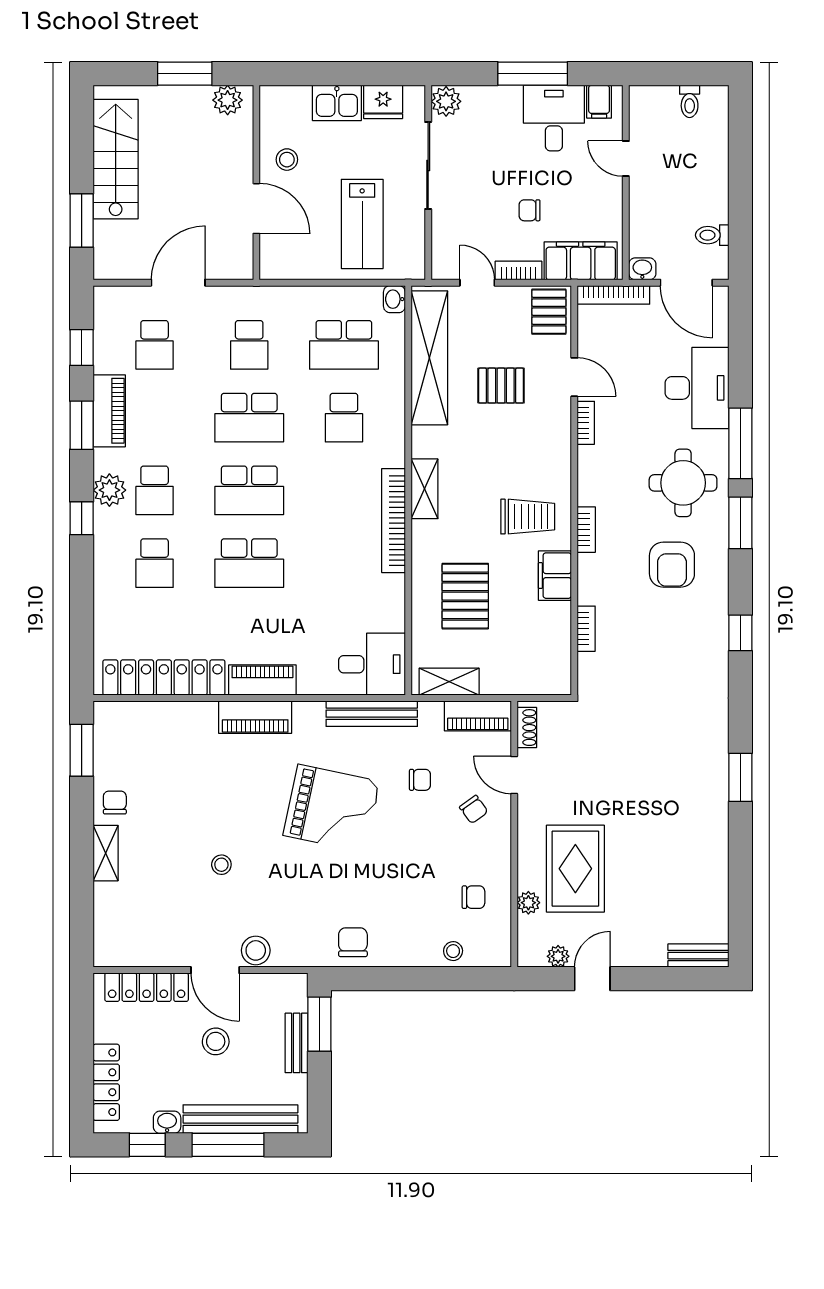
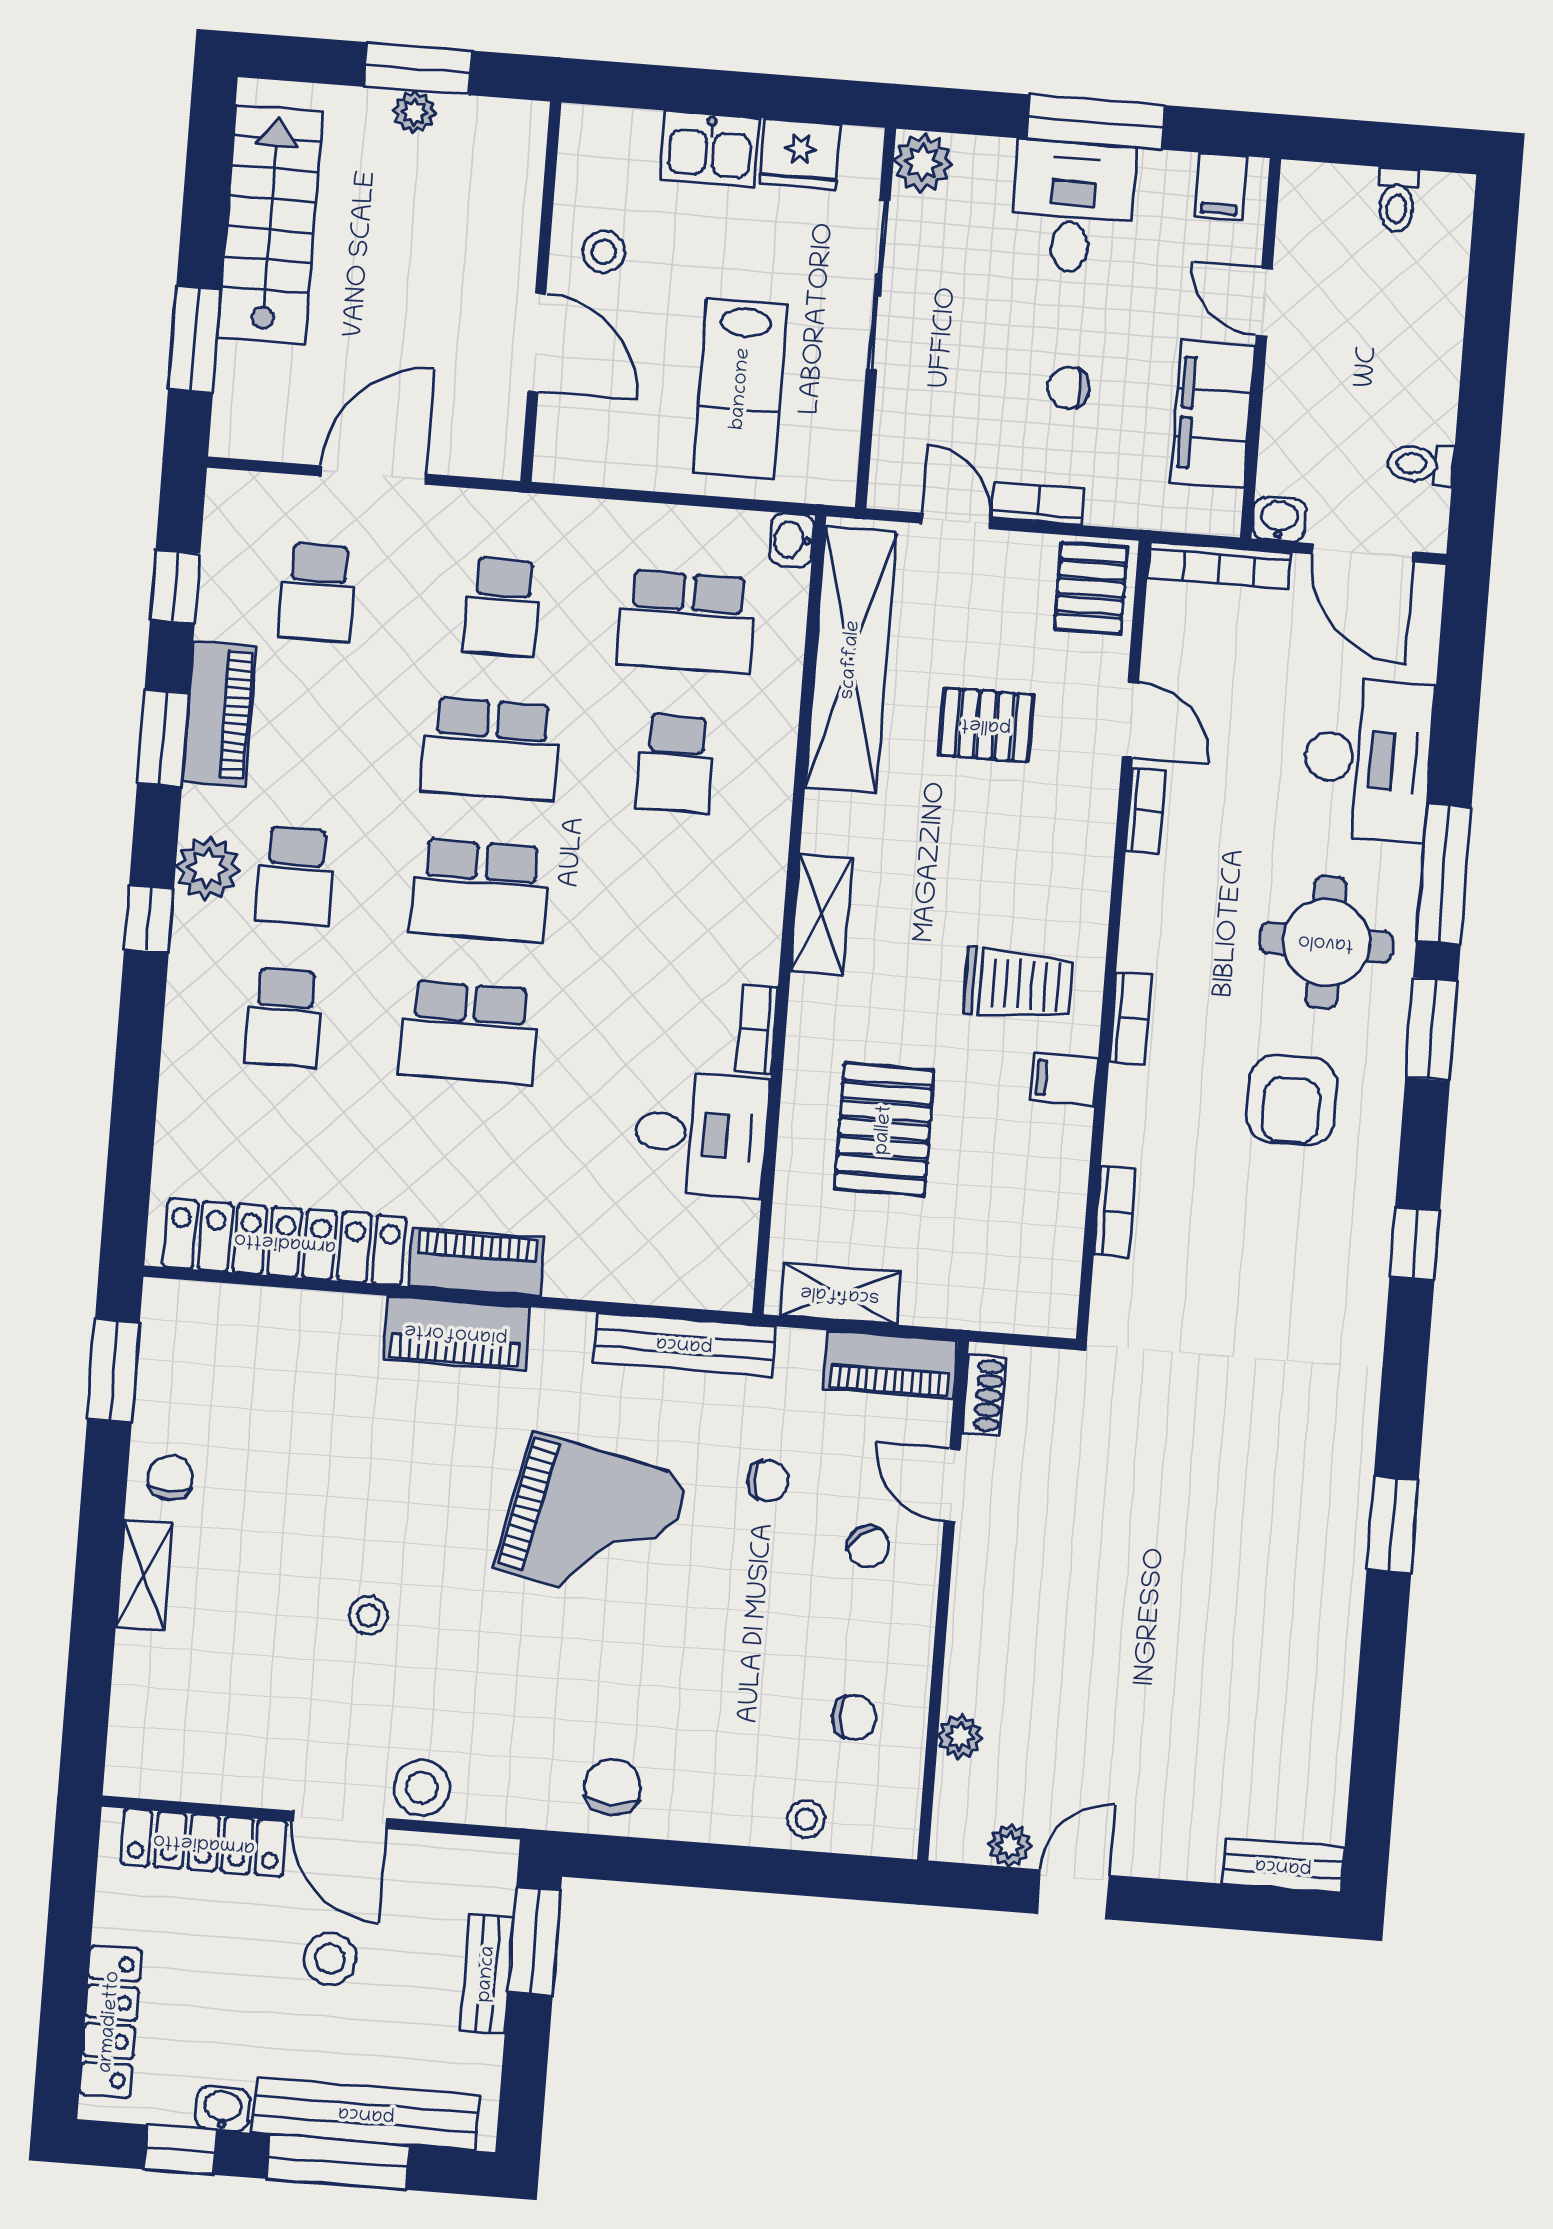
plant: (228, 100) -> (414, 112), moved, width x0.73, depth x0.73
desk: (554, 118) -> (1073, 207), moved
filing cabinet: (581, 261) -> (1213, 414), moved, turned -90
bookcase: (393, 521) -> (757, 1029), width x0.43, depth x0.76
filing cabinet: (555, 576) -> (1064, 1079), width x0.50
desk: (372, 664) -> (701, 1134), moved
rug: (575, 869) -> (1057, 1677), removed

